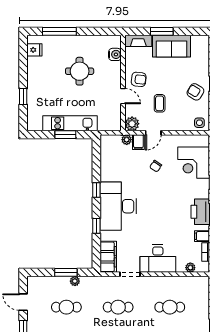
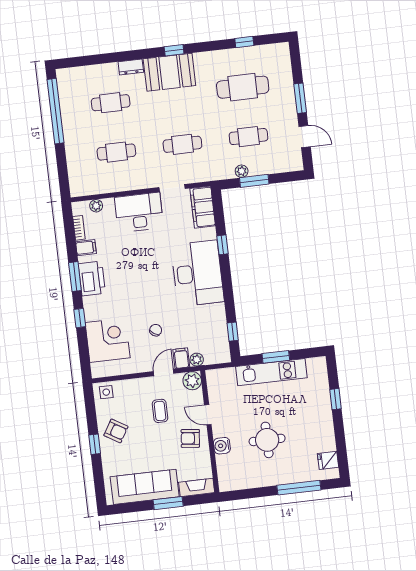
sofa: (172, 46) -> (145, 487), width x1.36
water cooler: (115, 54) -> (222, 446), moved
window: (96, 190) -> (233, 332), moved

